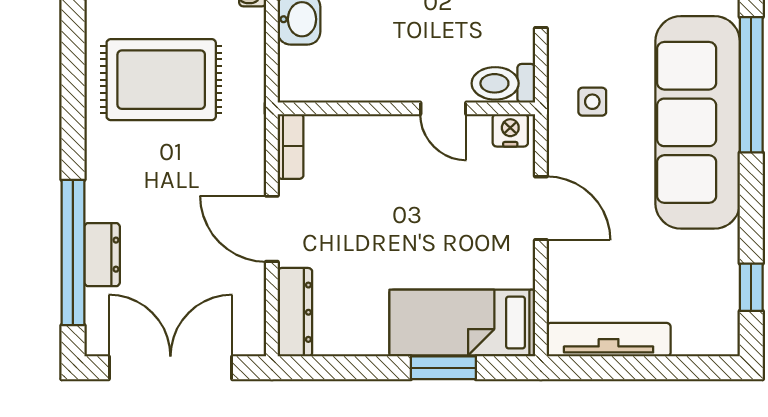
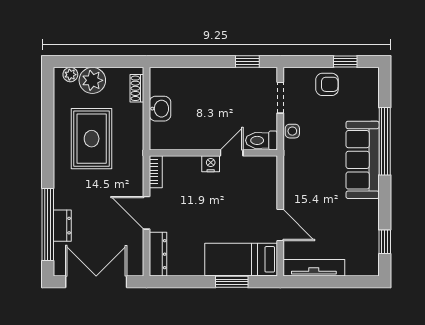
rug: (161, 80) -> (92, 139), turned 90
side table: (592, 102) -> (292, 131), moved
door: (443, 108) -> (232, 153), swing flipped
sofa: (698, 122) -> (363, 160), width x0.74, depth x0.79
nightstand: (510, 130) -> (211, 164), moved
door: (541, 208) -> (280, 225), moved

